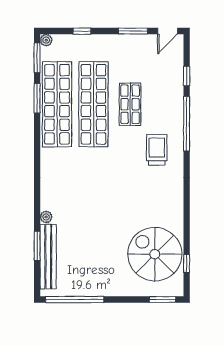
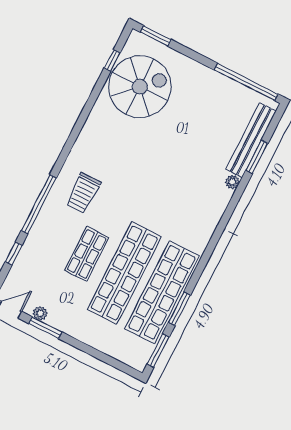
window: (82, 31) -> (98, 355), removed
plant: (46, 40) -> (40, 313), moved
spiral stairs: (155, 254) -> (140, 87), turned -90

